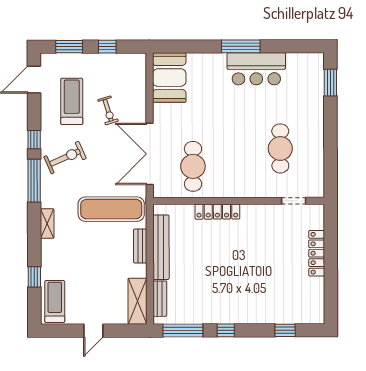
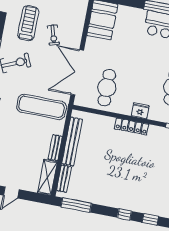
fridge: (243, 189) -> (140, 111), added
locker: (217, 212) -> (132, 126), moved
bench: (140, 246) -> (55, 148), moved
window: (226, 330) -> (124, 214), moved

